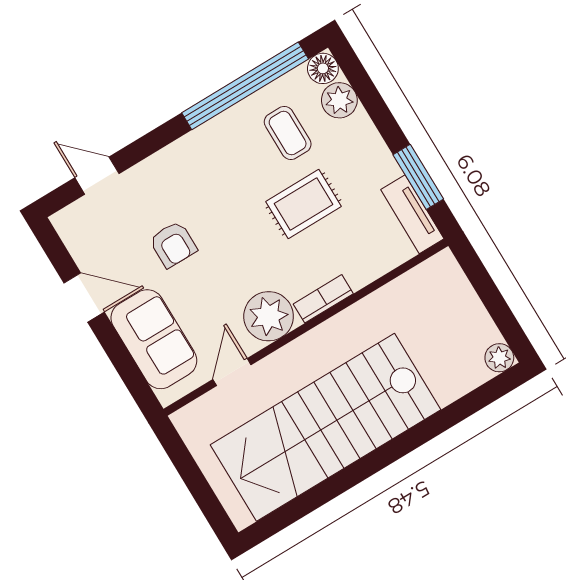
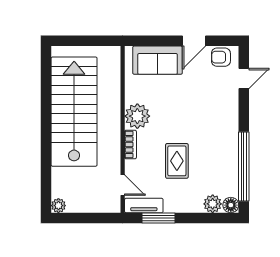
coffee table: (288, 133) -> (212, 173), removed
armchair: (173, 244) -> (221, 57), moved
door: (232, 372) -> (123, 185), moved

